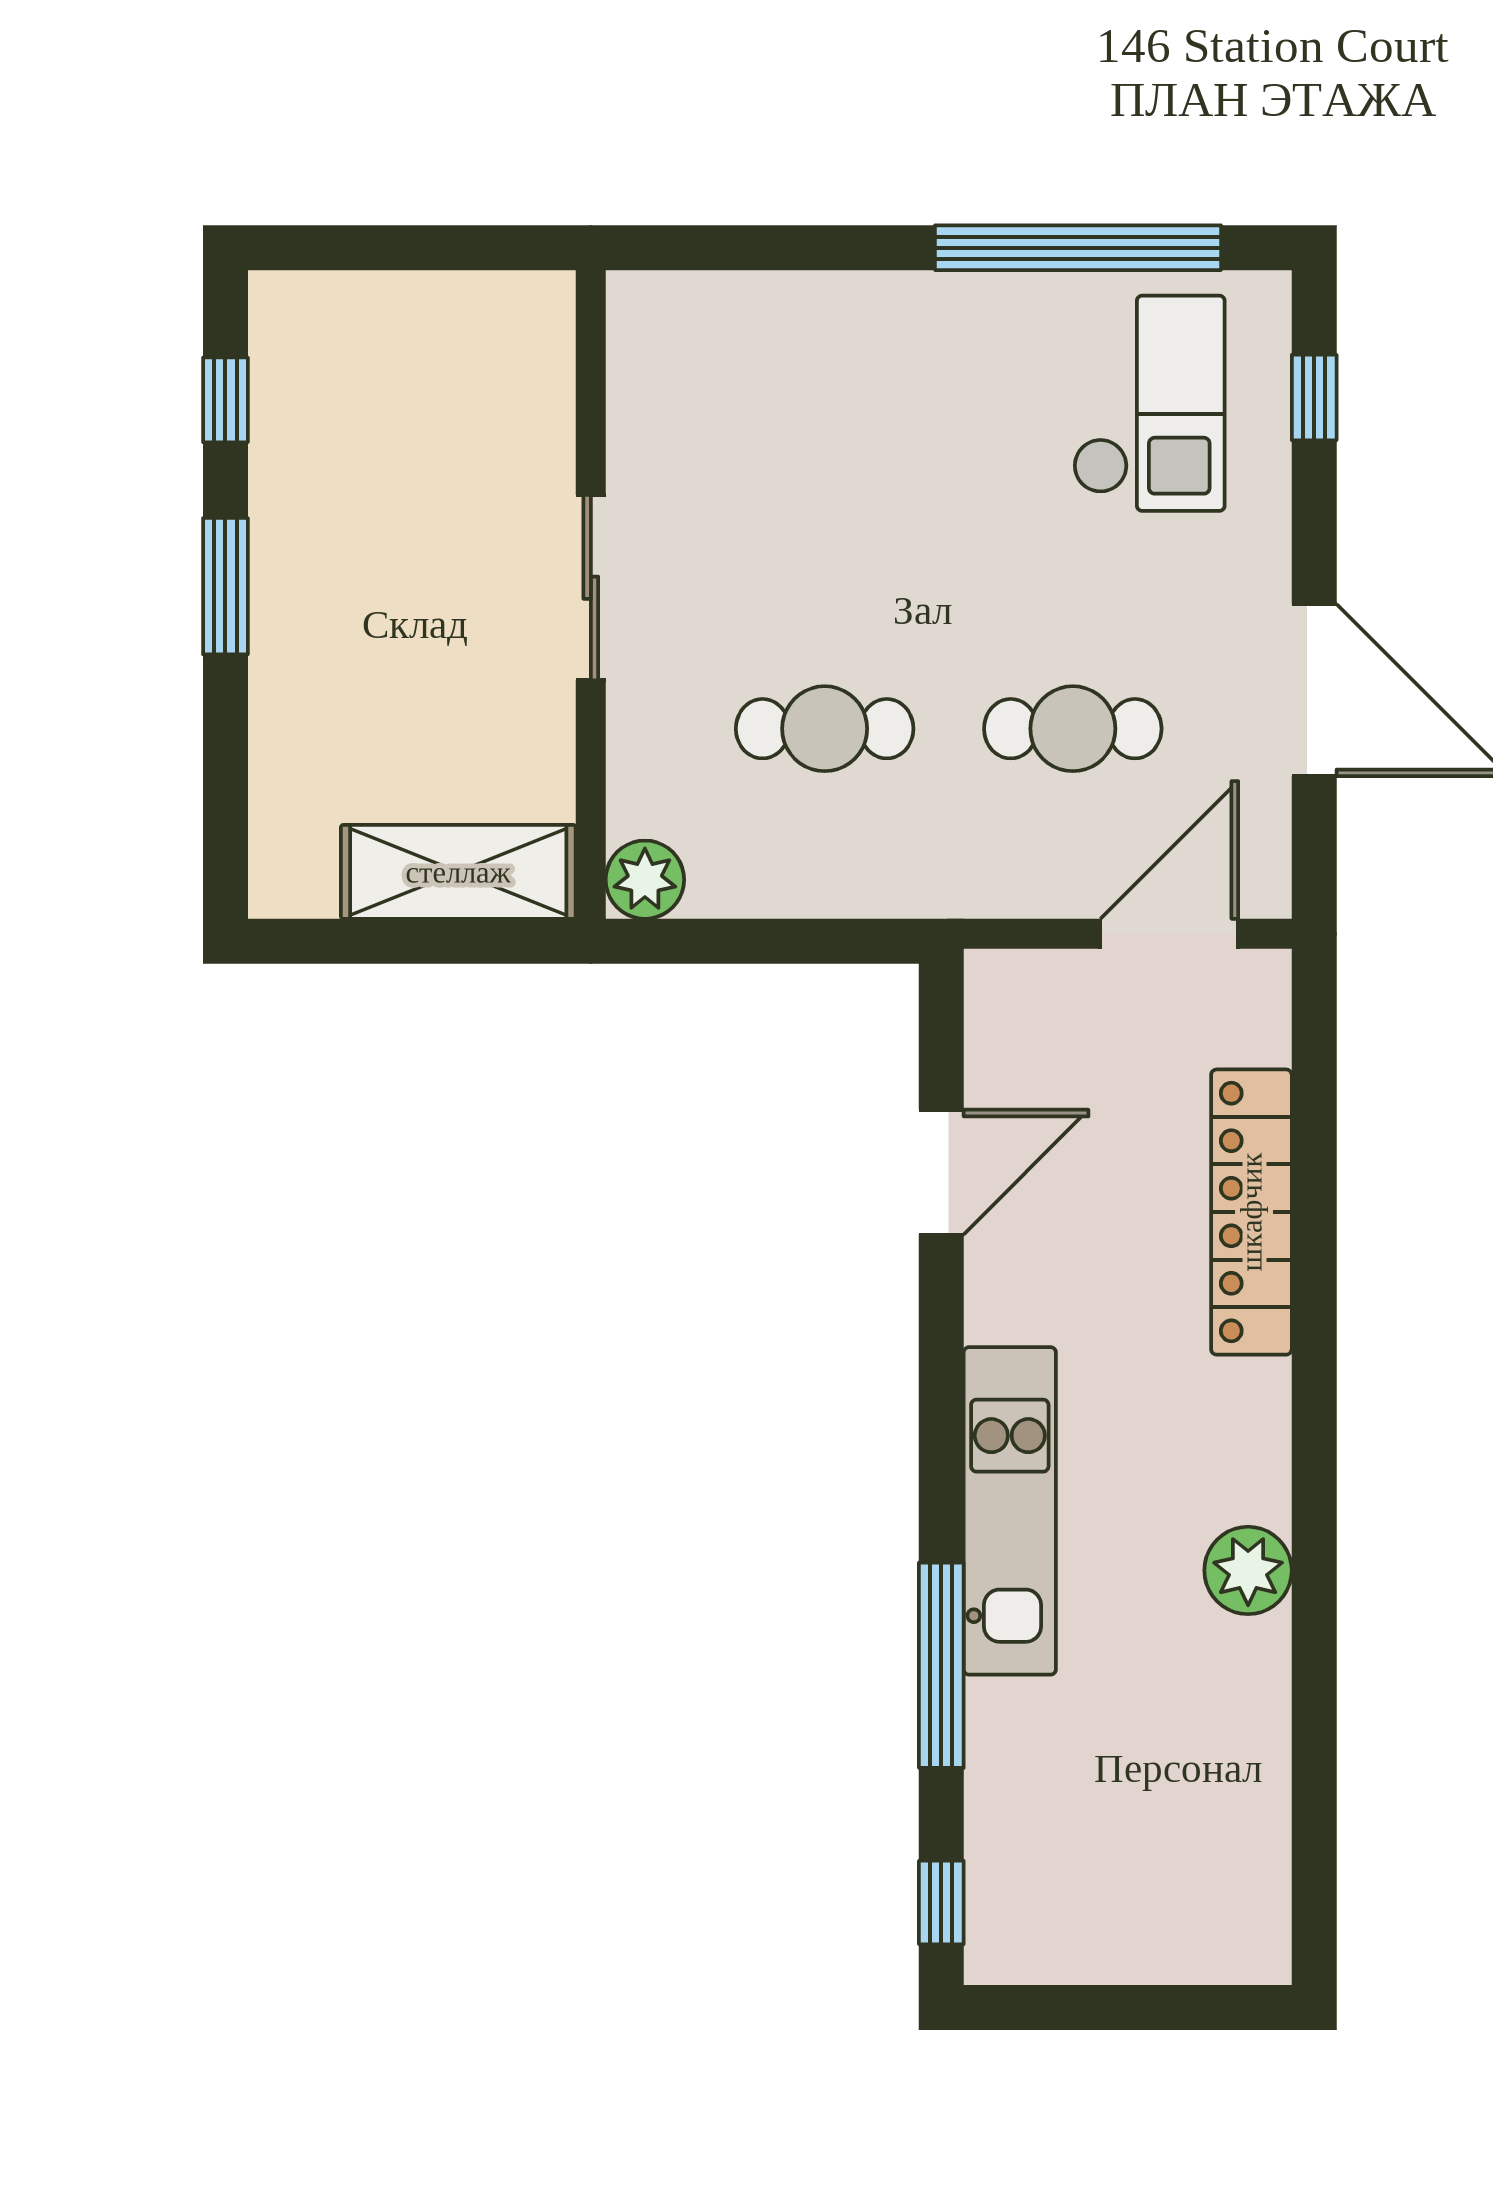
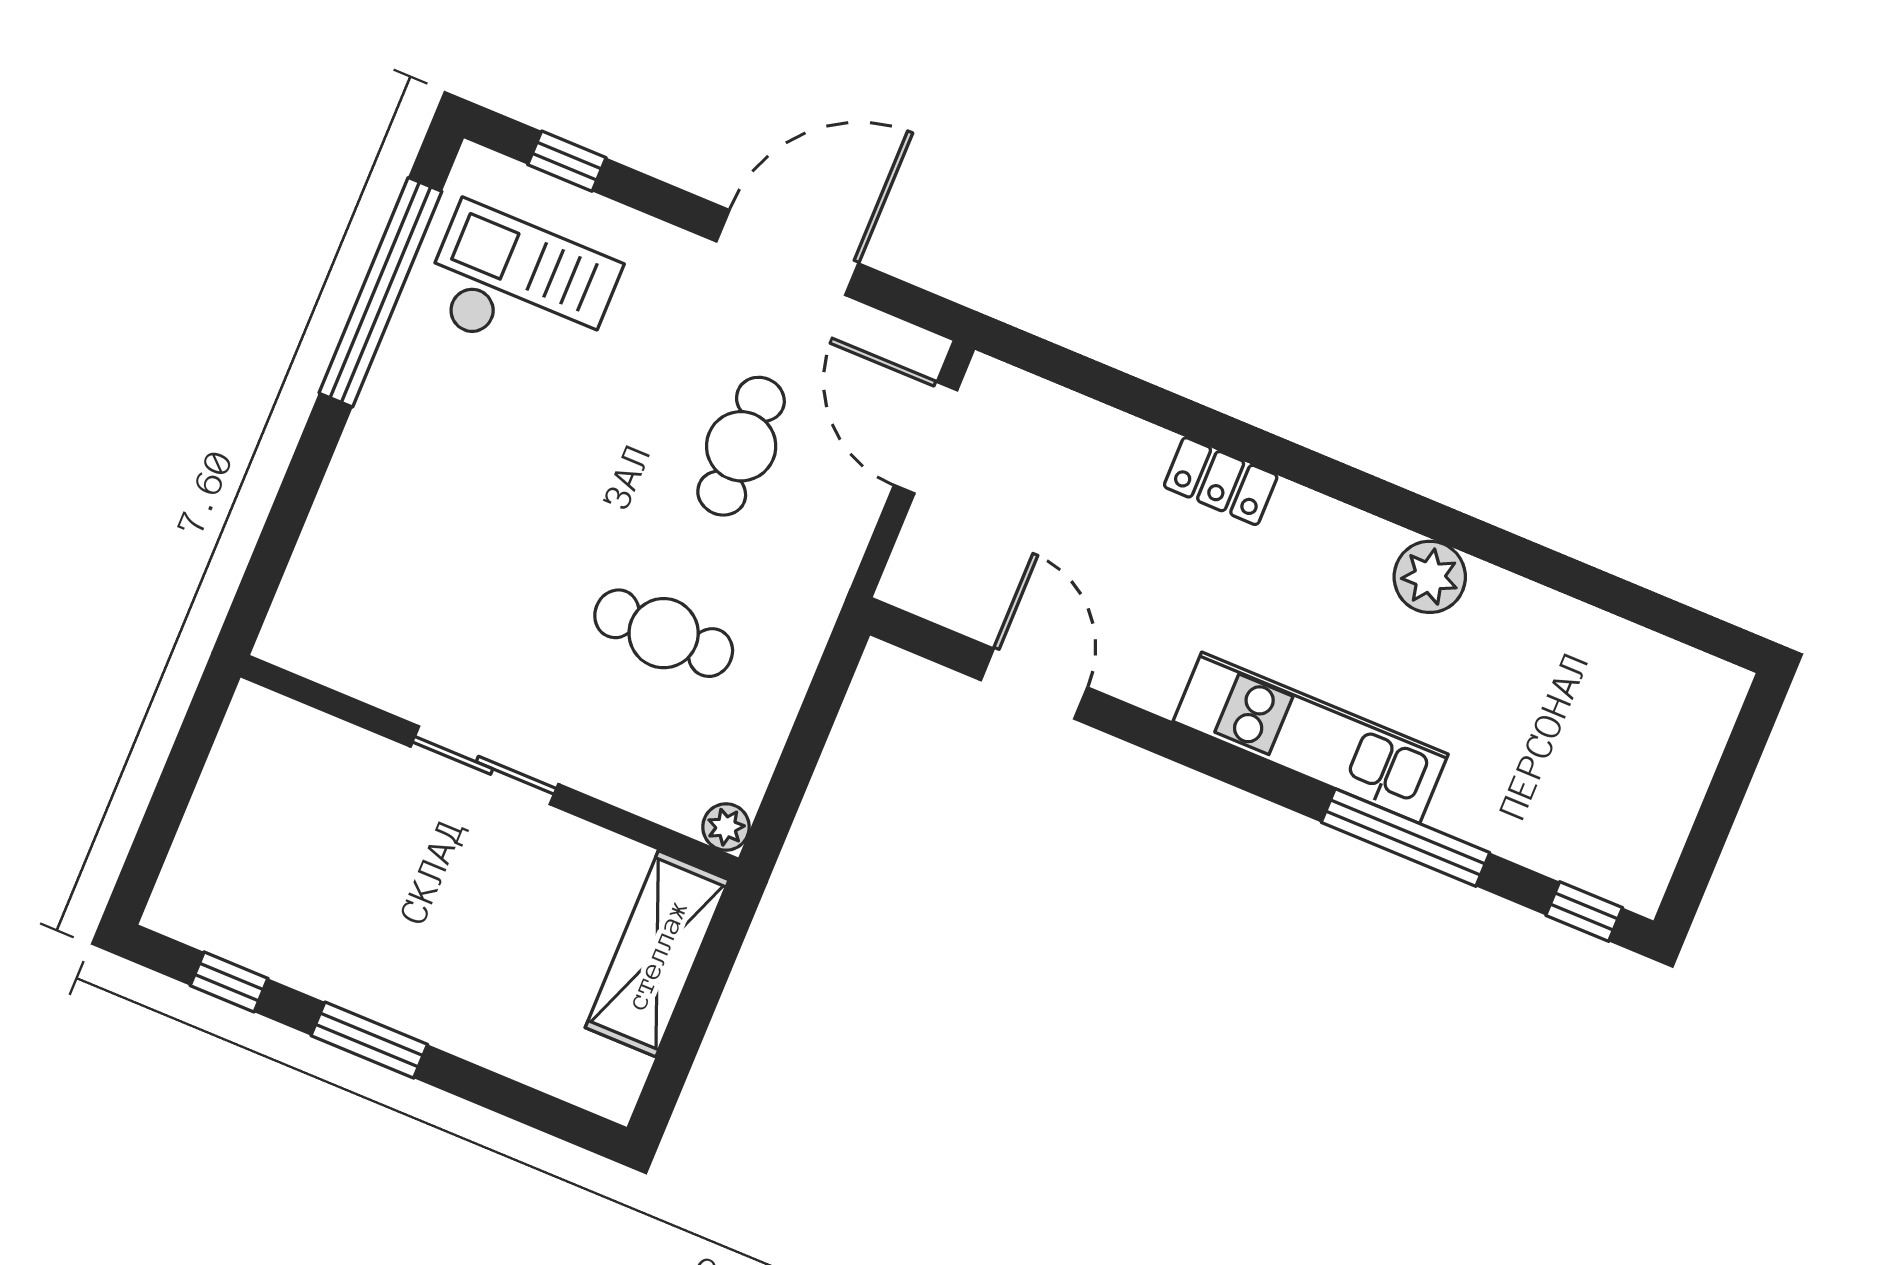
cafe table: (825, 729) -> (664, 633), turned 90
plant: (645, 880) -> (726, 827), width x0.73, depth x0.73
locker: (1251, 1212) -> (1221, 481), width x0.46, depth x0.83

